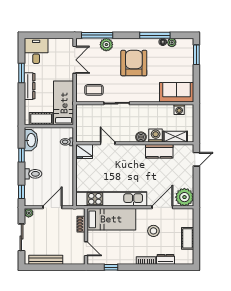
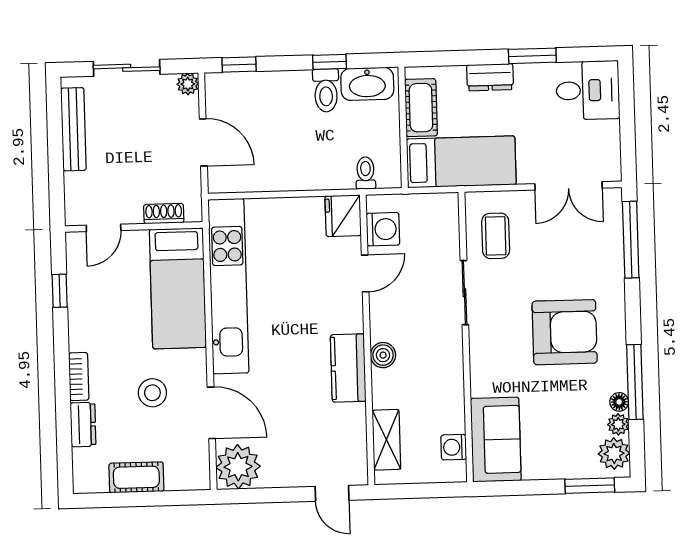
plant: (106, 45) -> (614, 453), moved
dresser: (30, 86) -> (490, 77), width x0.70
washing machine: (156, 135) -> (383, 229), moved
kitchen counter: (159, 151) -> (348, 368), moved
toilet: (33, 174) -> (326, 90), moved

